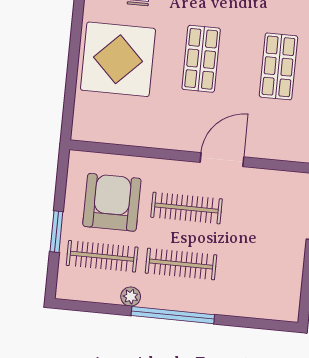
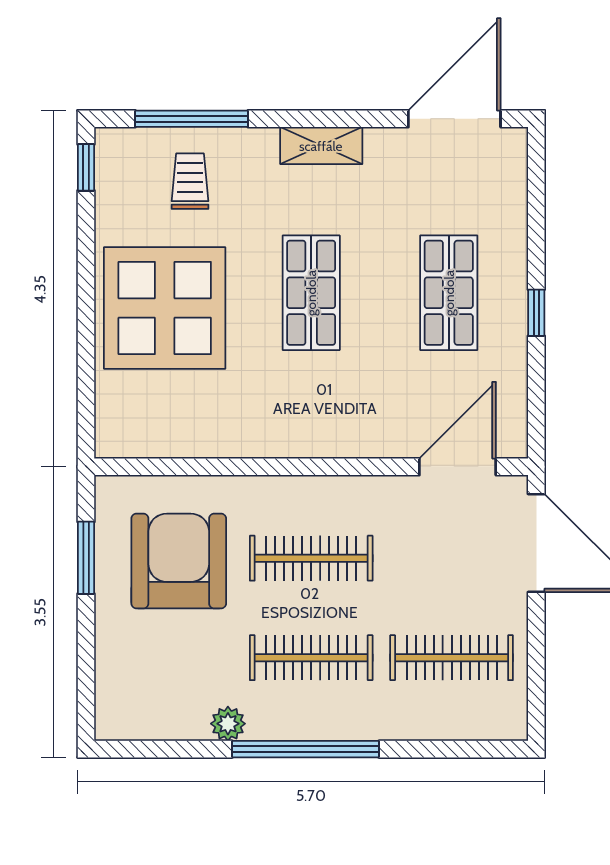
door: (222, 160) -> (458, 467), moved
window: (56, 232) -> (86, 558), moved
clothes rail: (102, 256) -> (452, 658), moved

